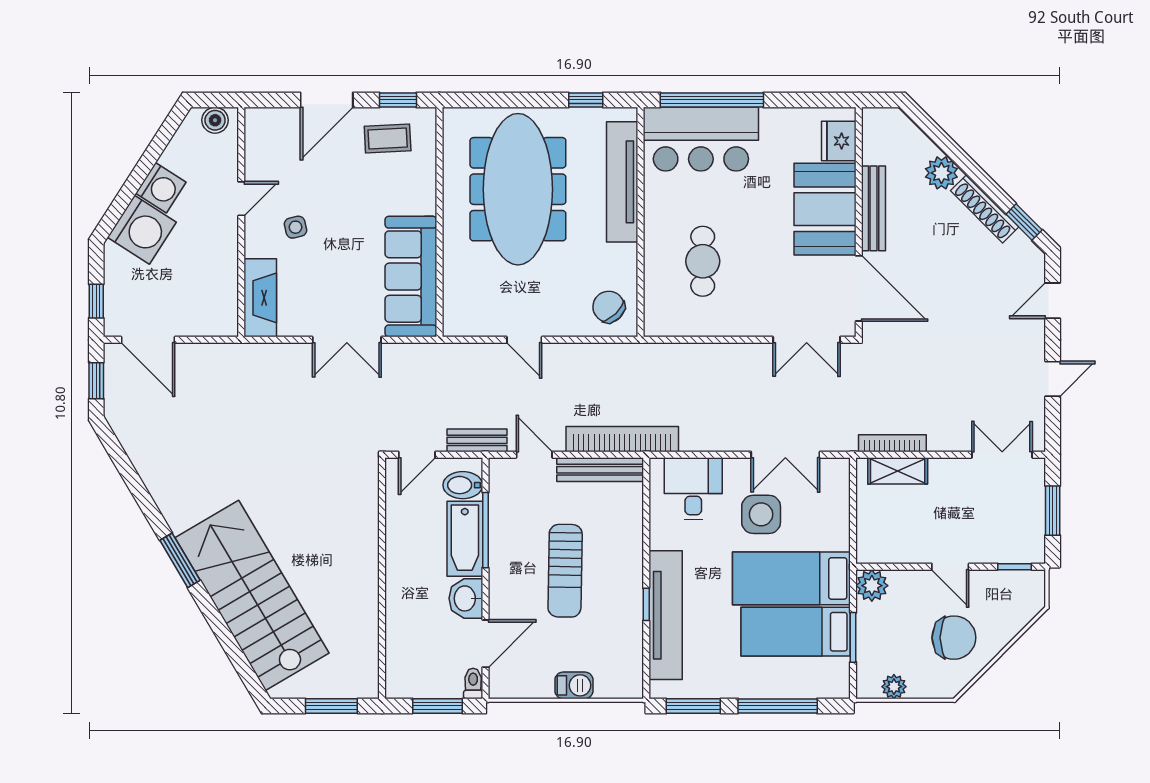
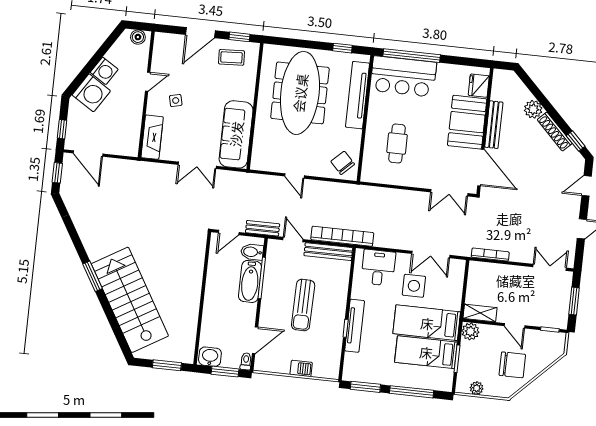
shelving: (898, 471) -> (480, 313), moved
washbasin: (466, 598) -> (210, 357), moved, turned 90
tv unit: (666, 615) -> (355, 326), width x0.73, depth x0.78

